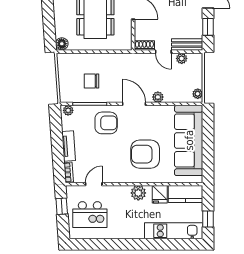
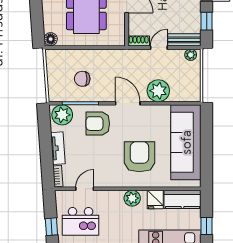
door: (163, 52) -> (159, 48), swing flipped
plant: (182, 58) -> (191, 55), moved
plant: (198, 94) -> (195, 92), removed
plant: (158, 97) -> (158, 91), width x1.88, depth x1.88
plant: (68, 110) -> (62, 115), width x1.88, depth x1.88
armchair: (106, 123) -> (98, 124), turned 180
armchair: (145, 154) -> (139, 157), turned 90
window: (62, 206) -> (51, 227), moved

